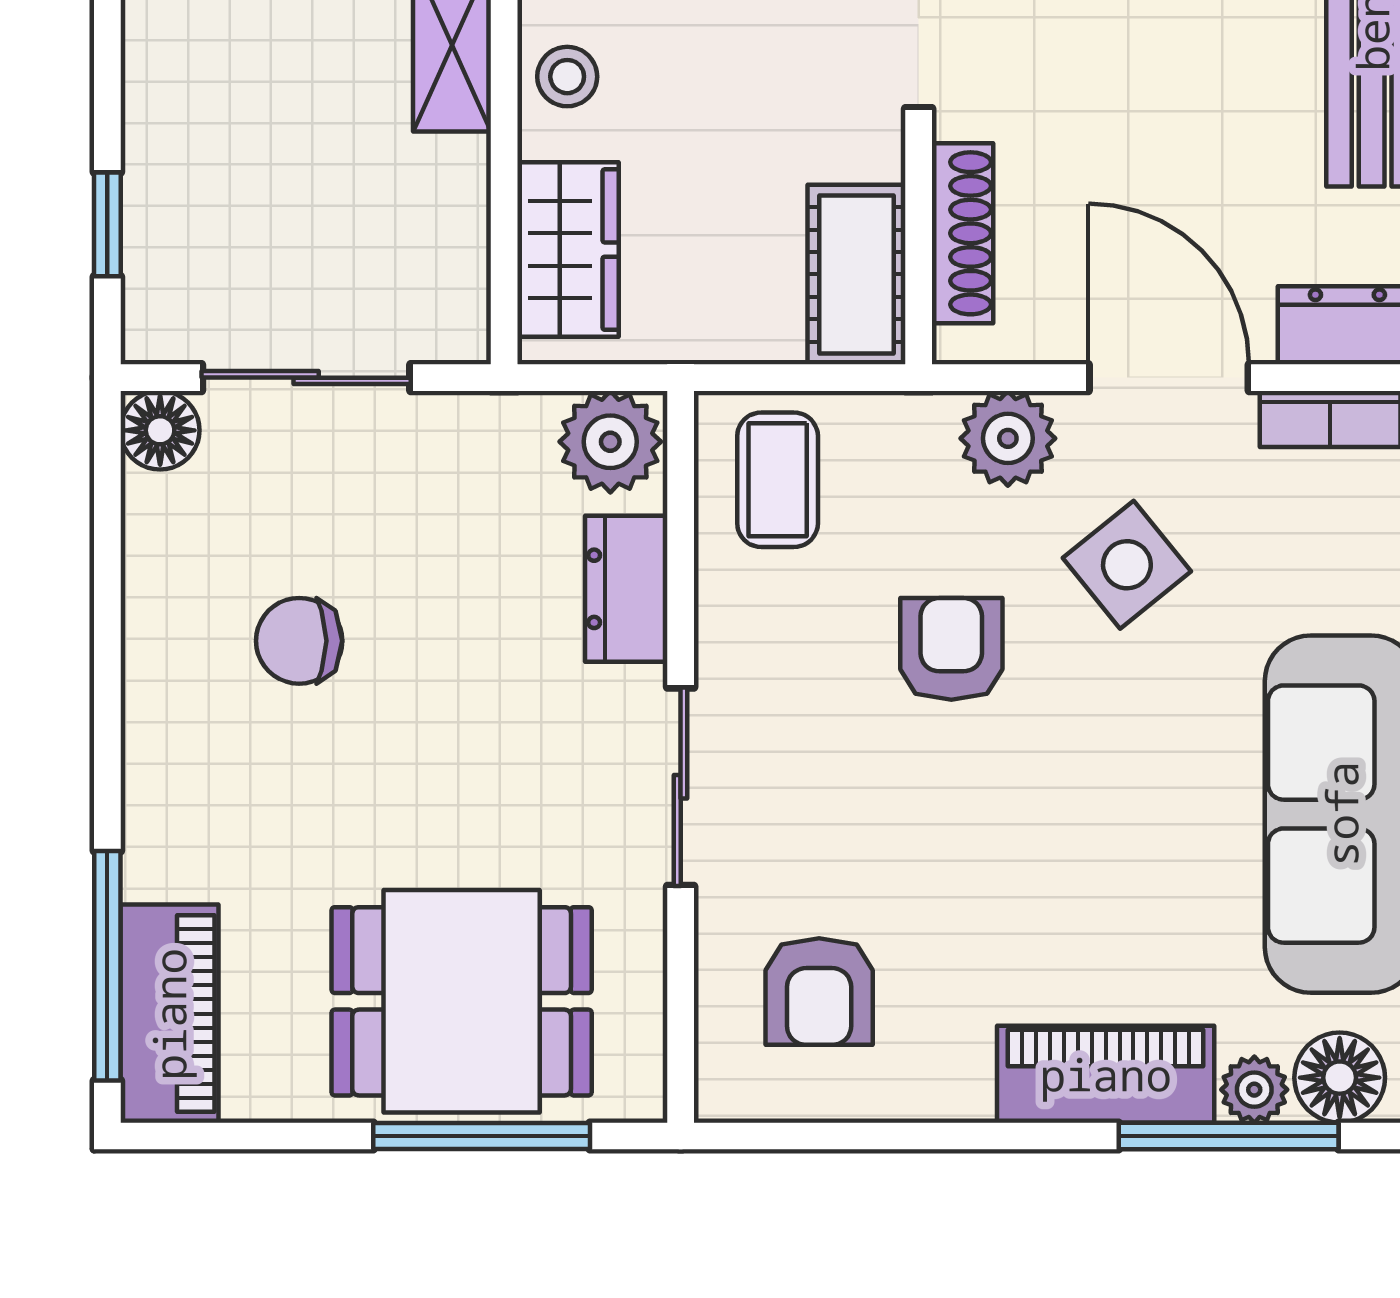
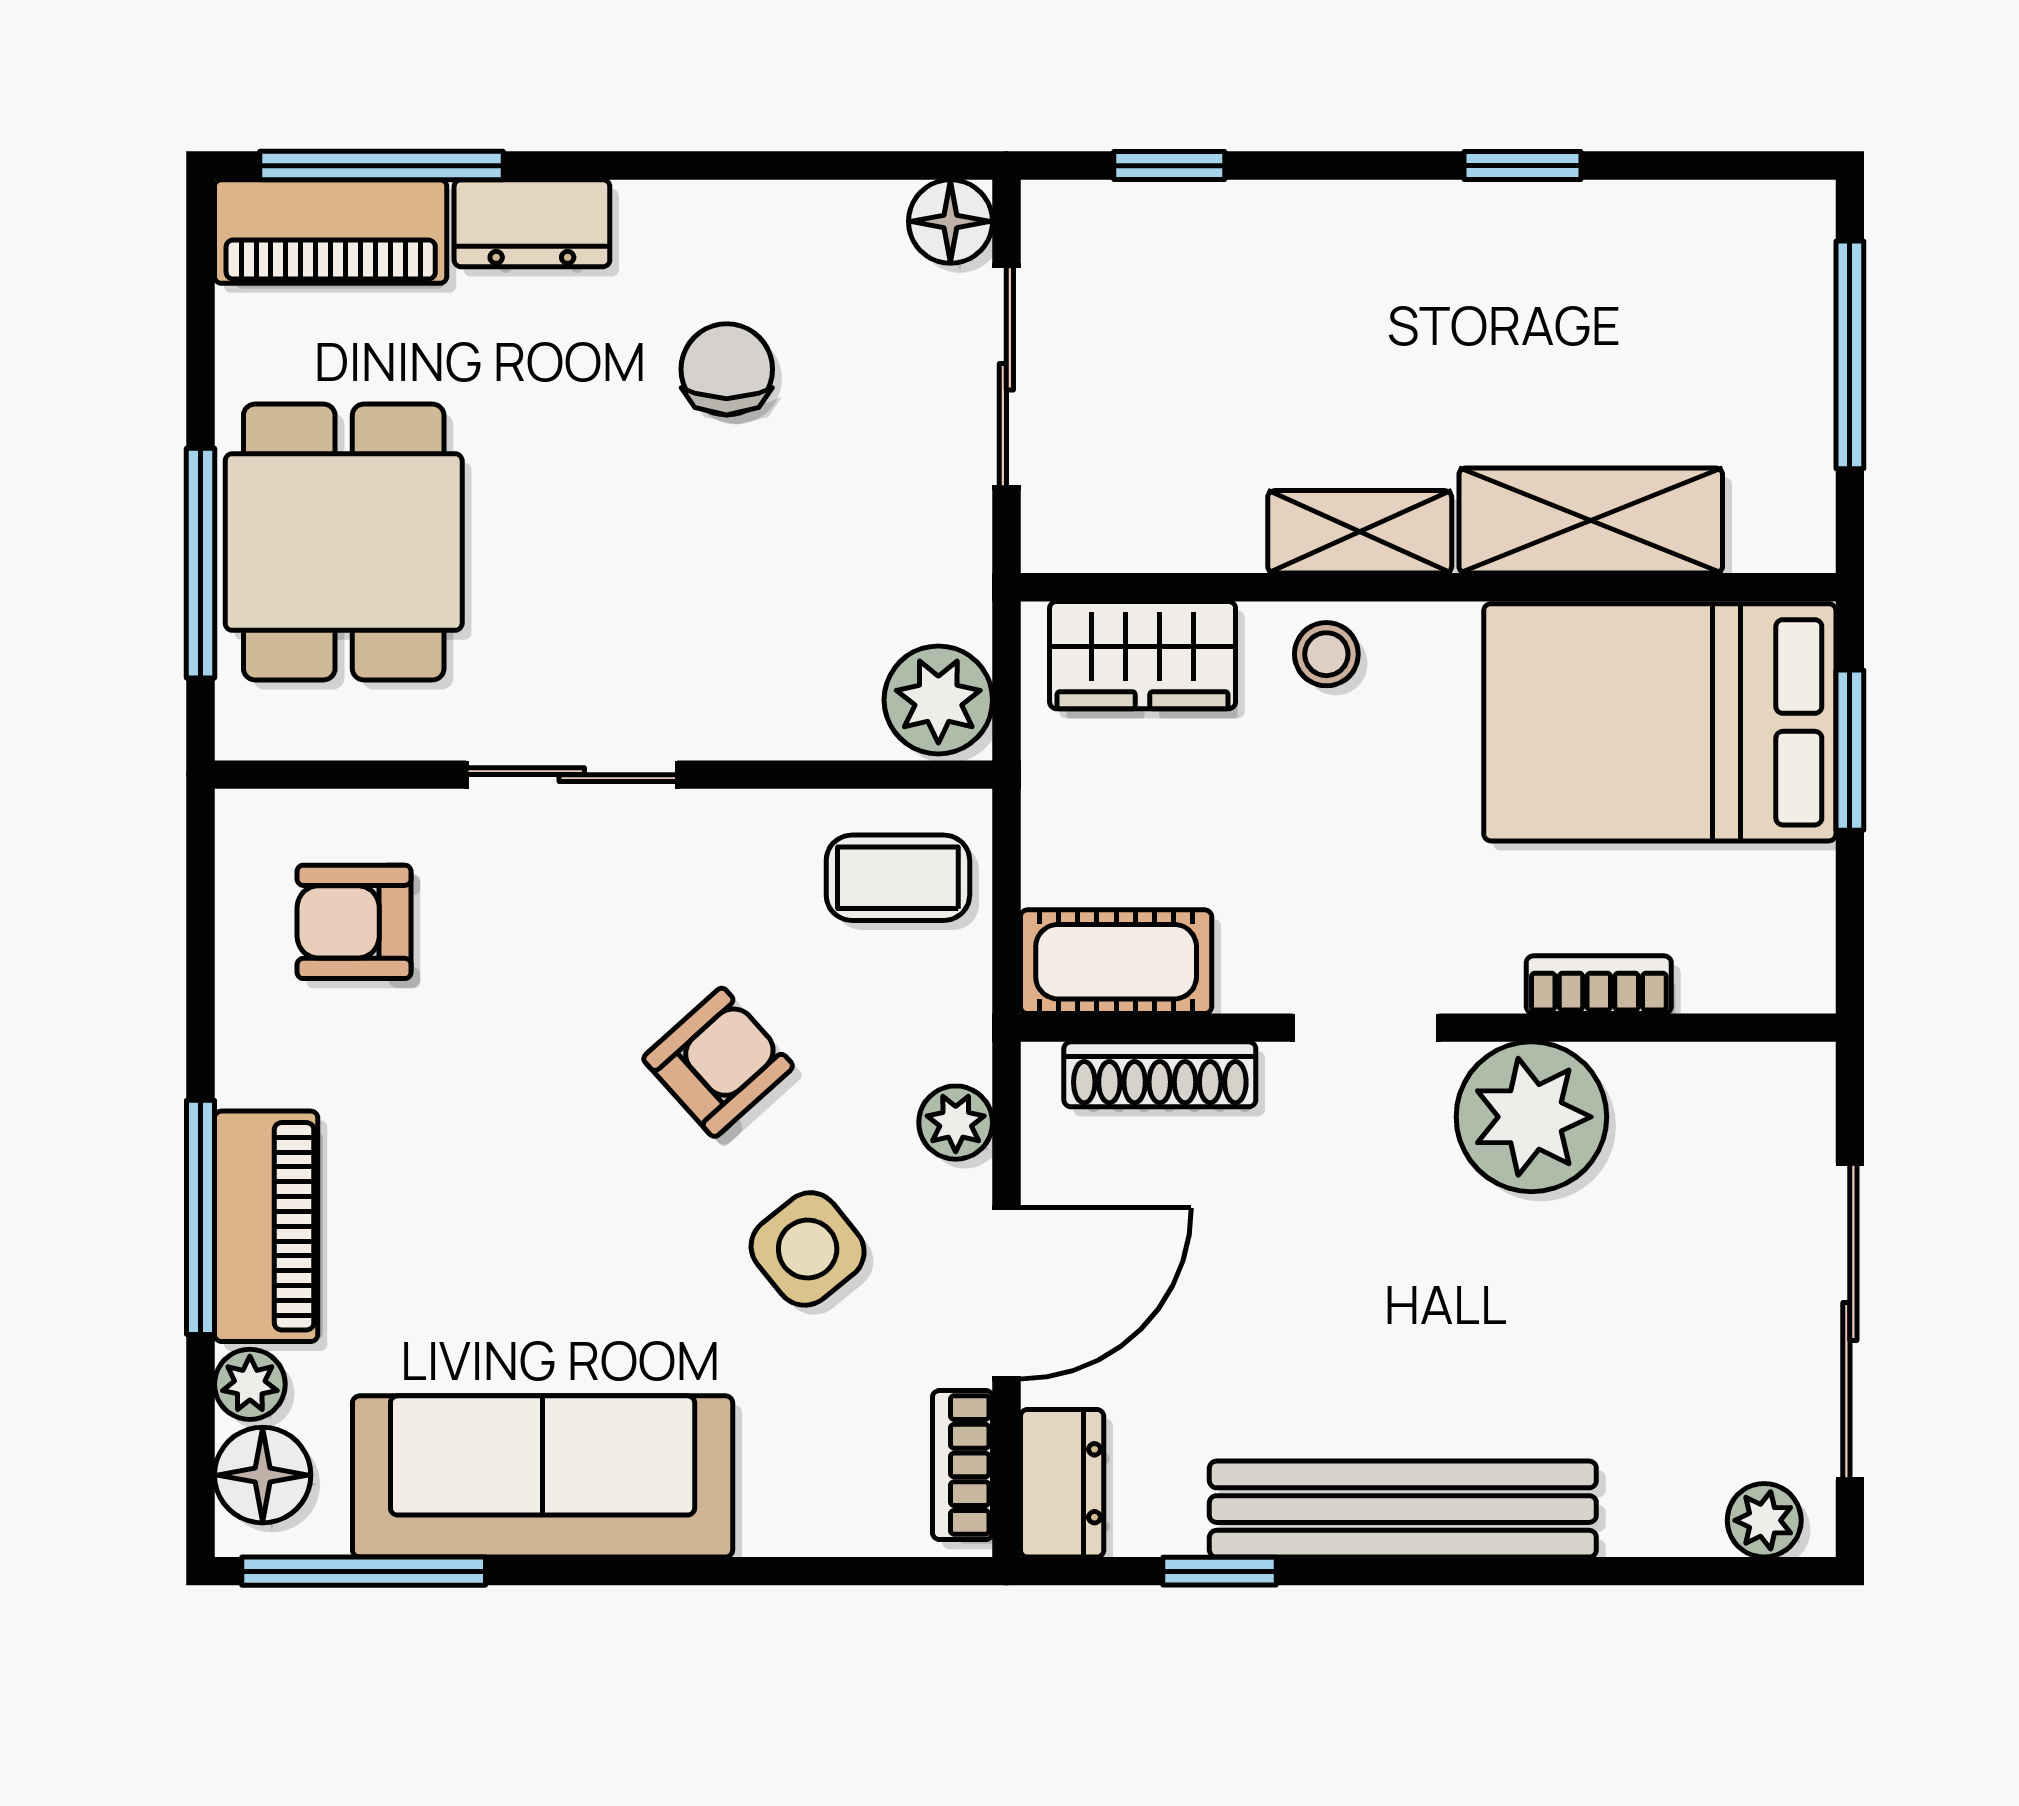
plant: (1008, 438) -> (956, 1123), width x0.73, depth x0.73
dresser: (626, 589) -> (532, 223), moved, turned 180
armchair: (951, 649) -> (718, 1062), turned -42
window: (1229, 1136) -> (201, 1217), moved

